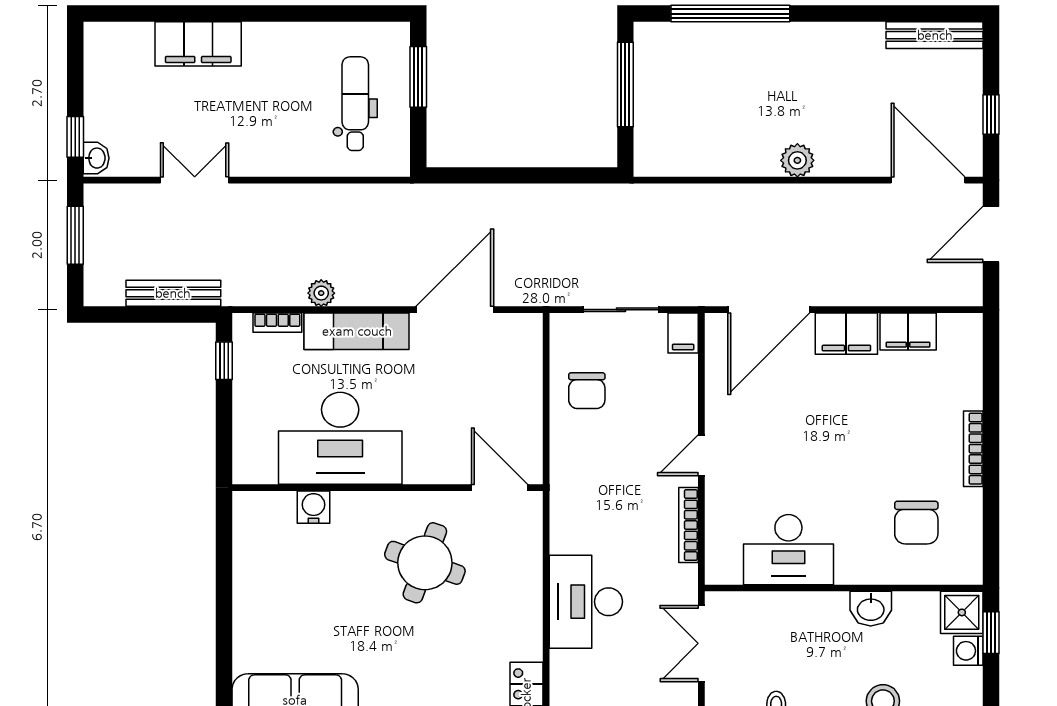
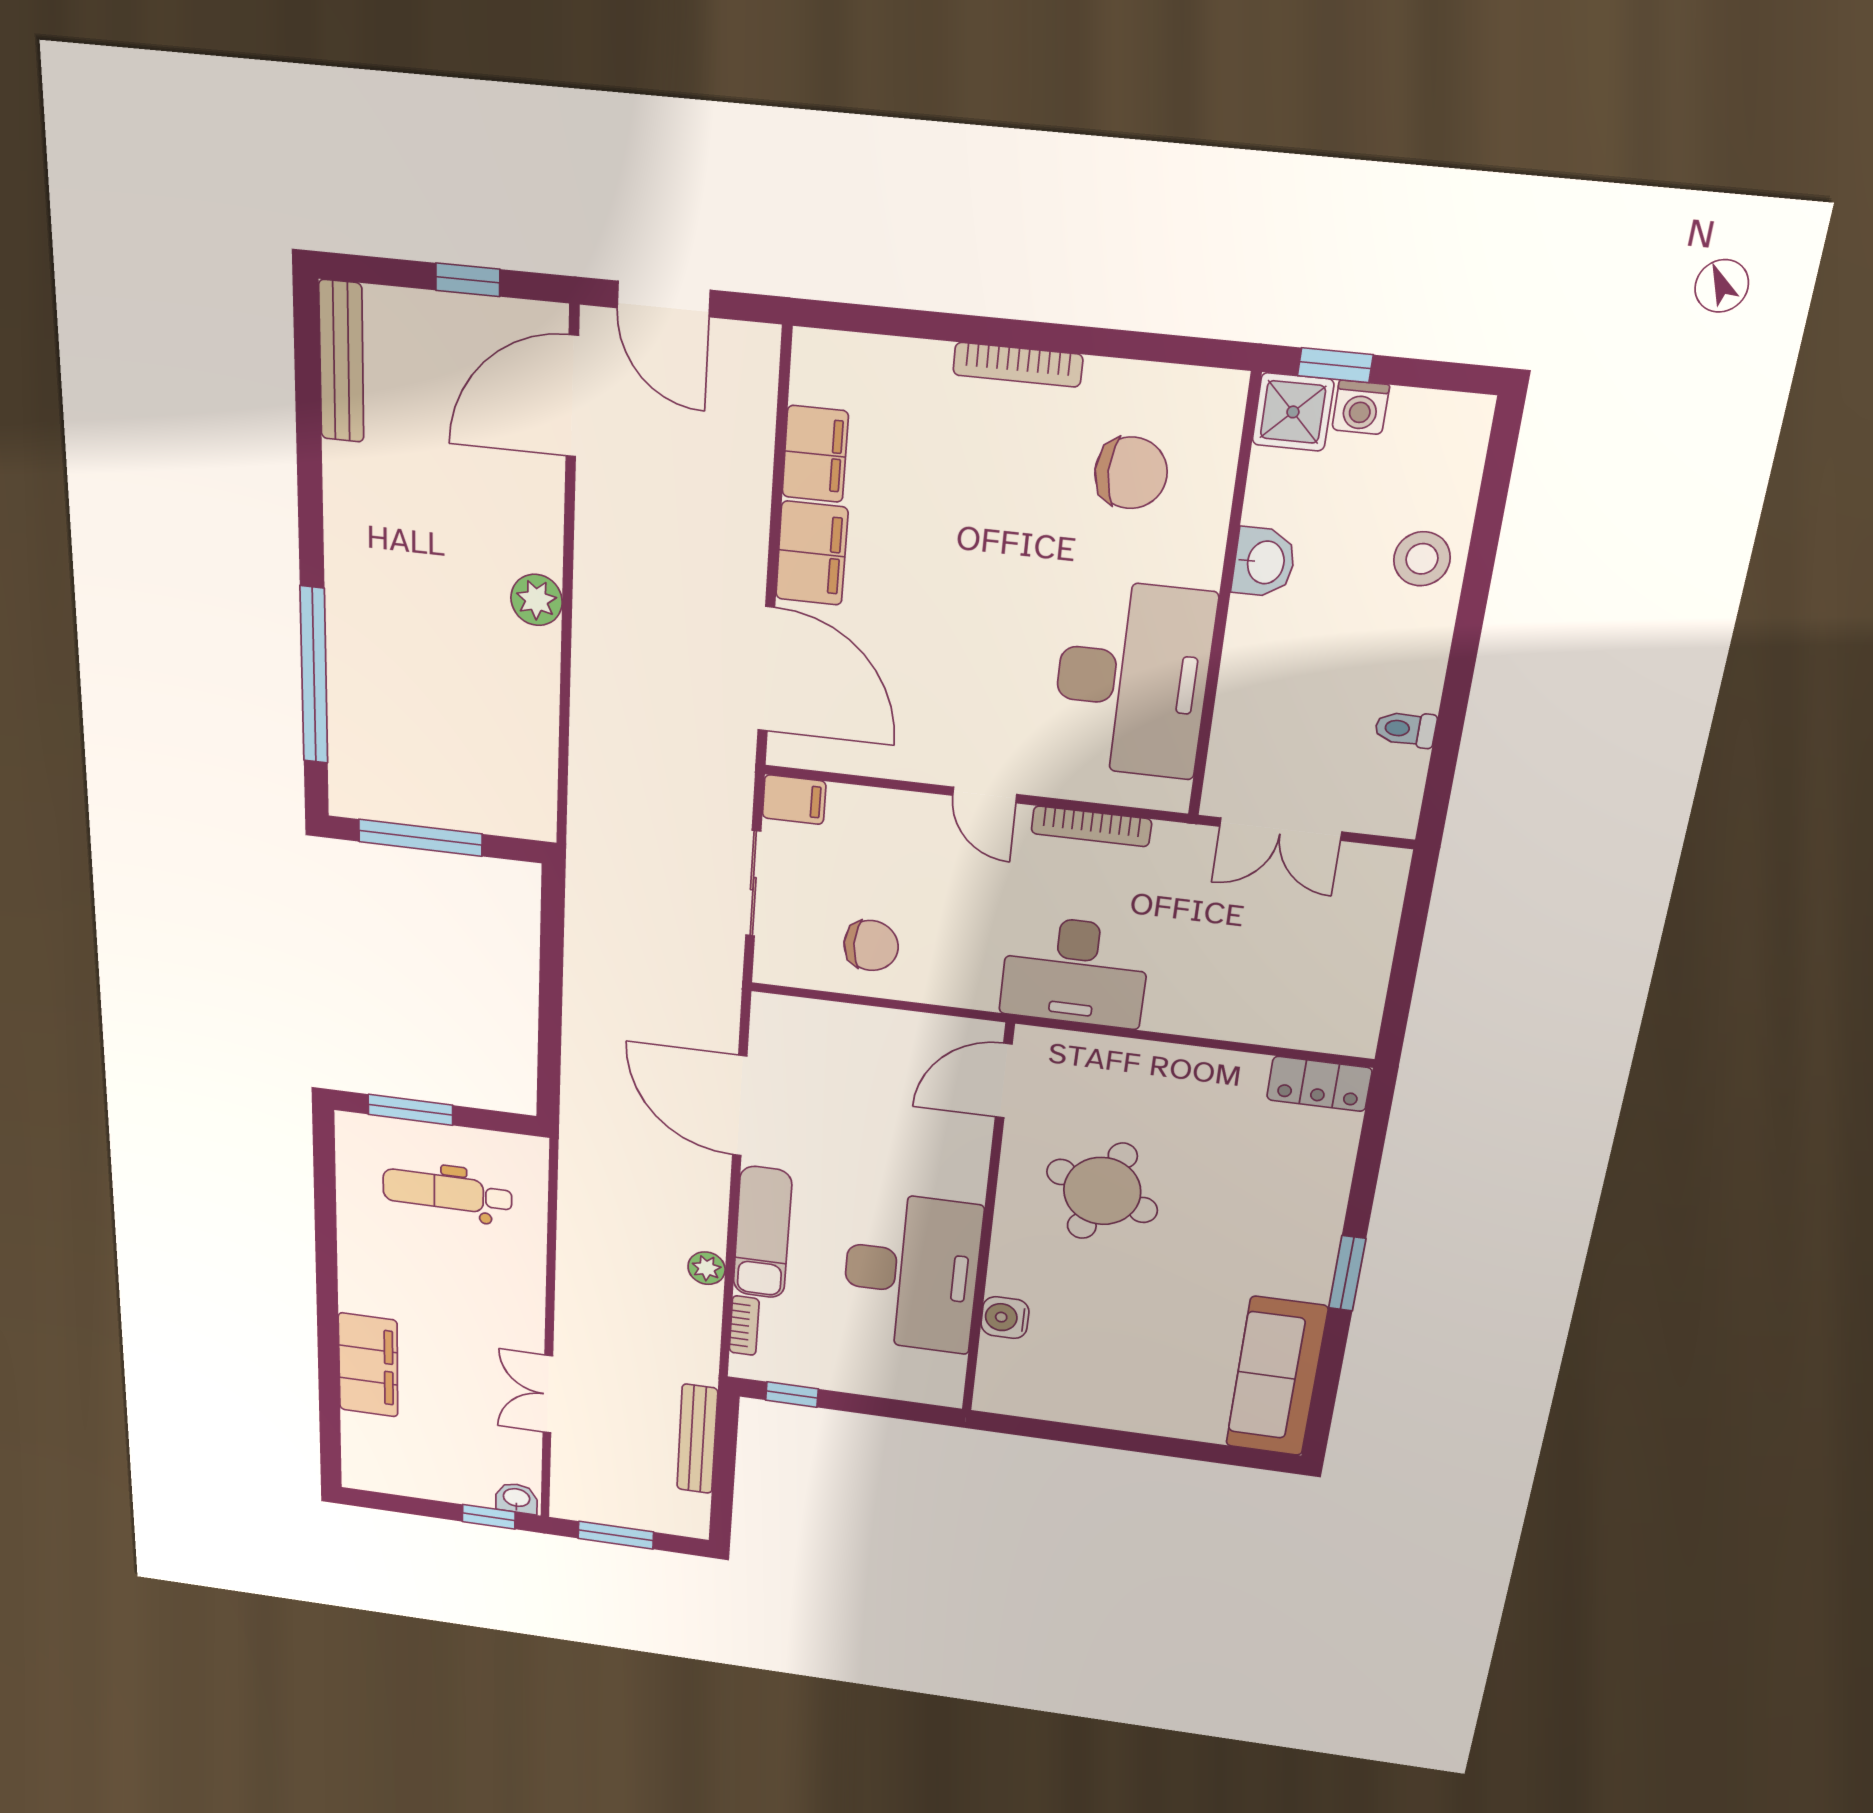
desk: (788, 550) -> (1132, 679), width x1.36, depth x1.30
desk: (586, 602) -> (1075, 972), moved

